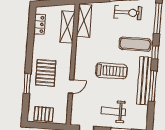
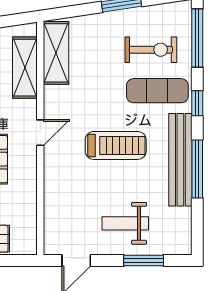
exercise bike: (128, 12) -> (151, 50), moved
door: (71, 86) -> (40, 133), moved

